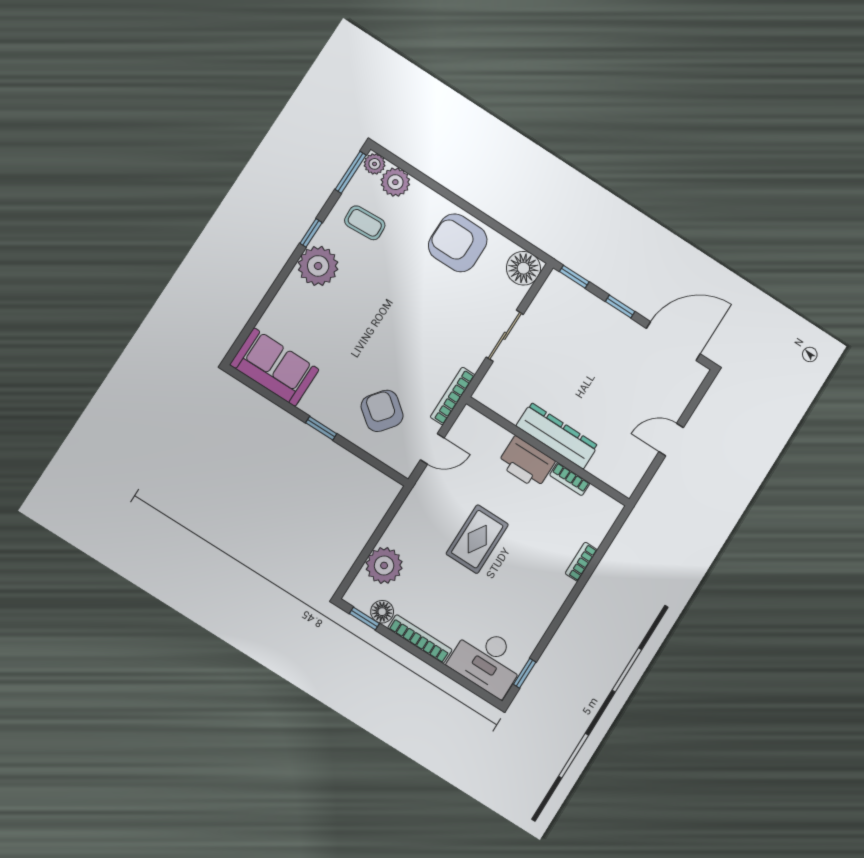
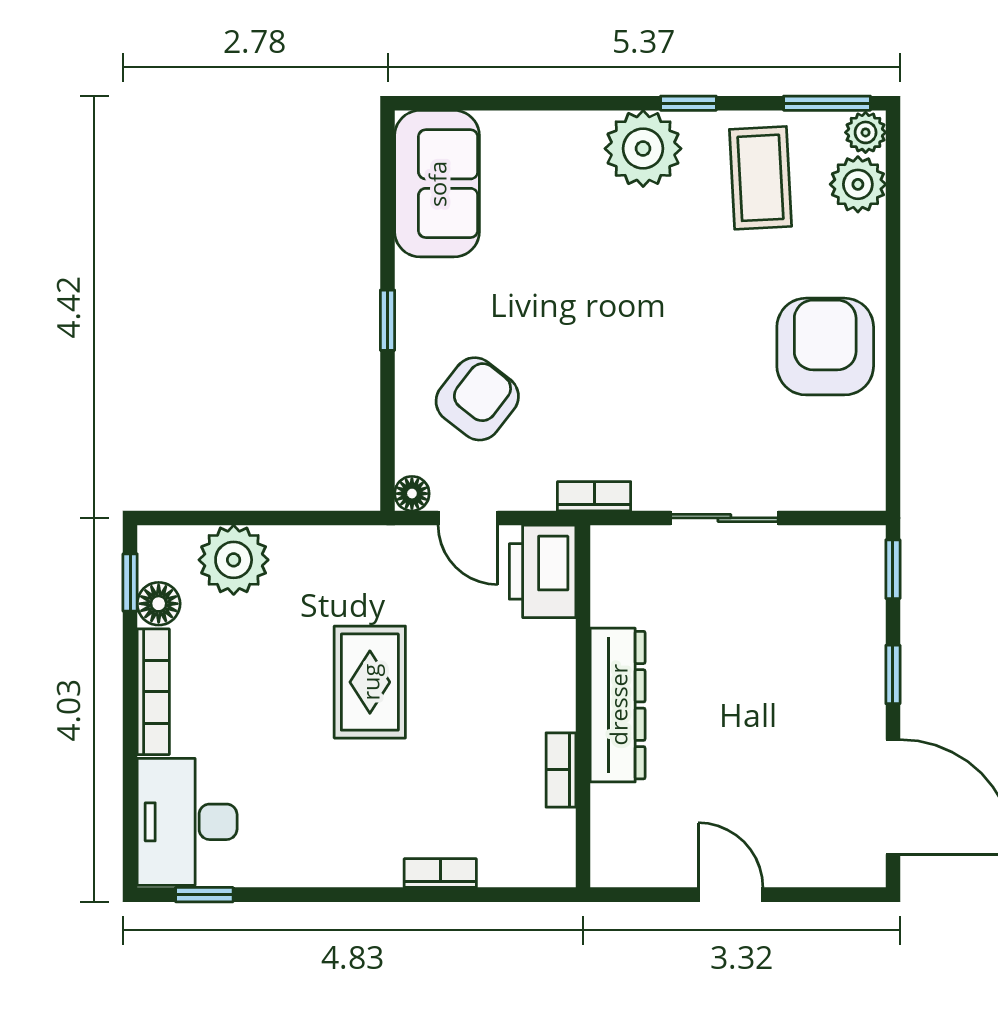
coffee table: (365, 223) -> (760, 178), width x1.36, depth x1.30
floor lamp: (523, 268) -> (412, 494), moved, width x0.53, depth x0.53
bookcase: (453, 396) -> (594, 496), width x0.64
printer: (526, 463) -> (543, 571), moved
rug: (477, 539) -> (370, 682), turned 90

